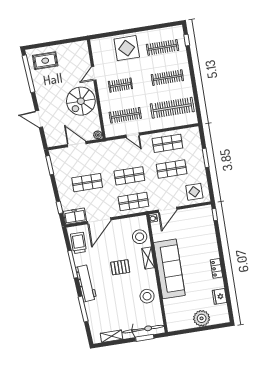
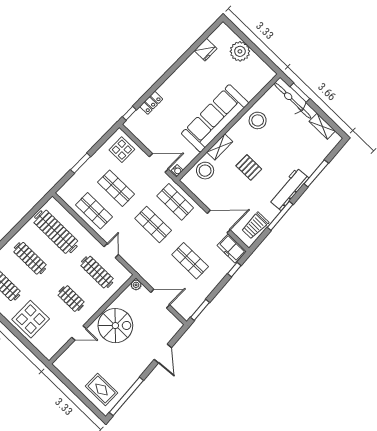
door: (77, 144) -> (160, 299), swing flipped
locker: (216, 268) -> (151, 103), moved

